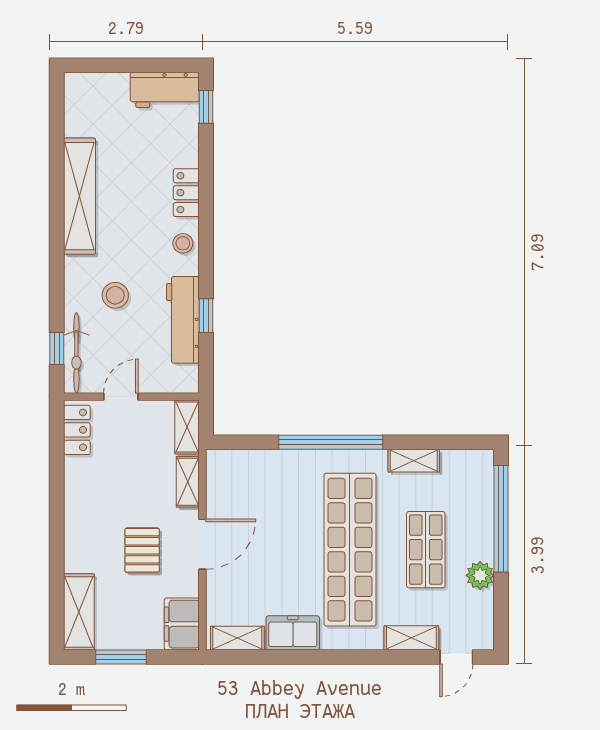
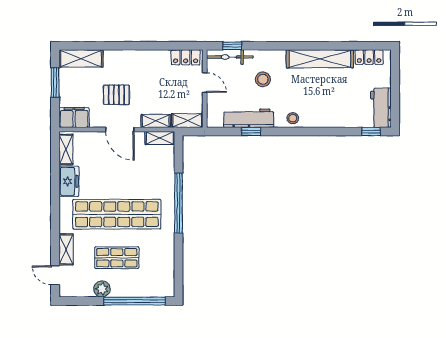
locker: (186, 193) -> (369, 57), moved, turned 180
shelving: (414, 461) -> (160, 138), moved, turned 90

